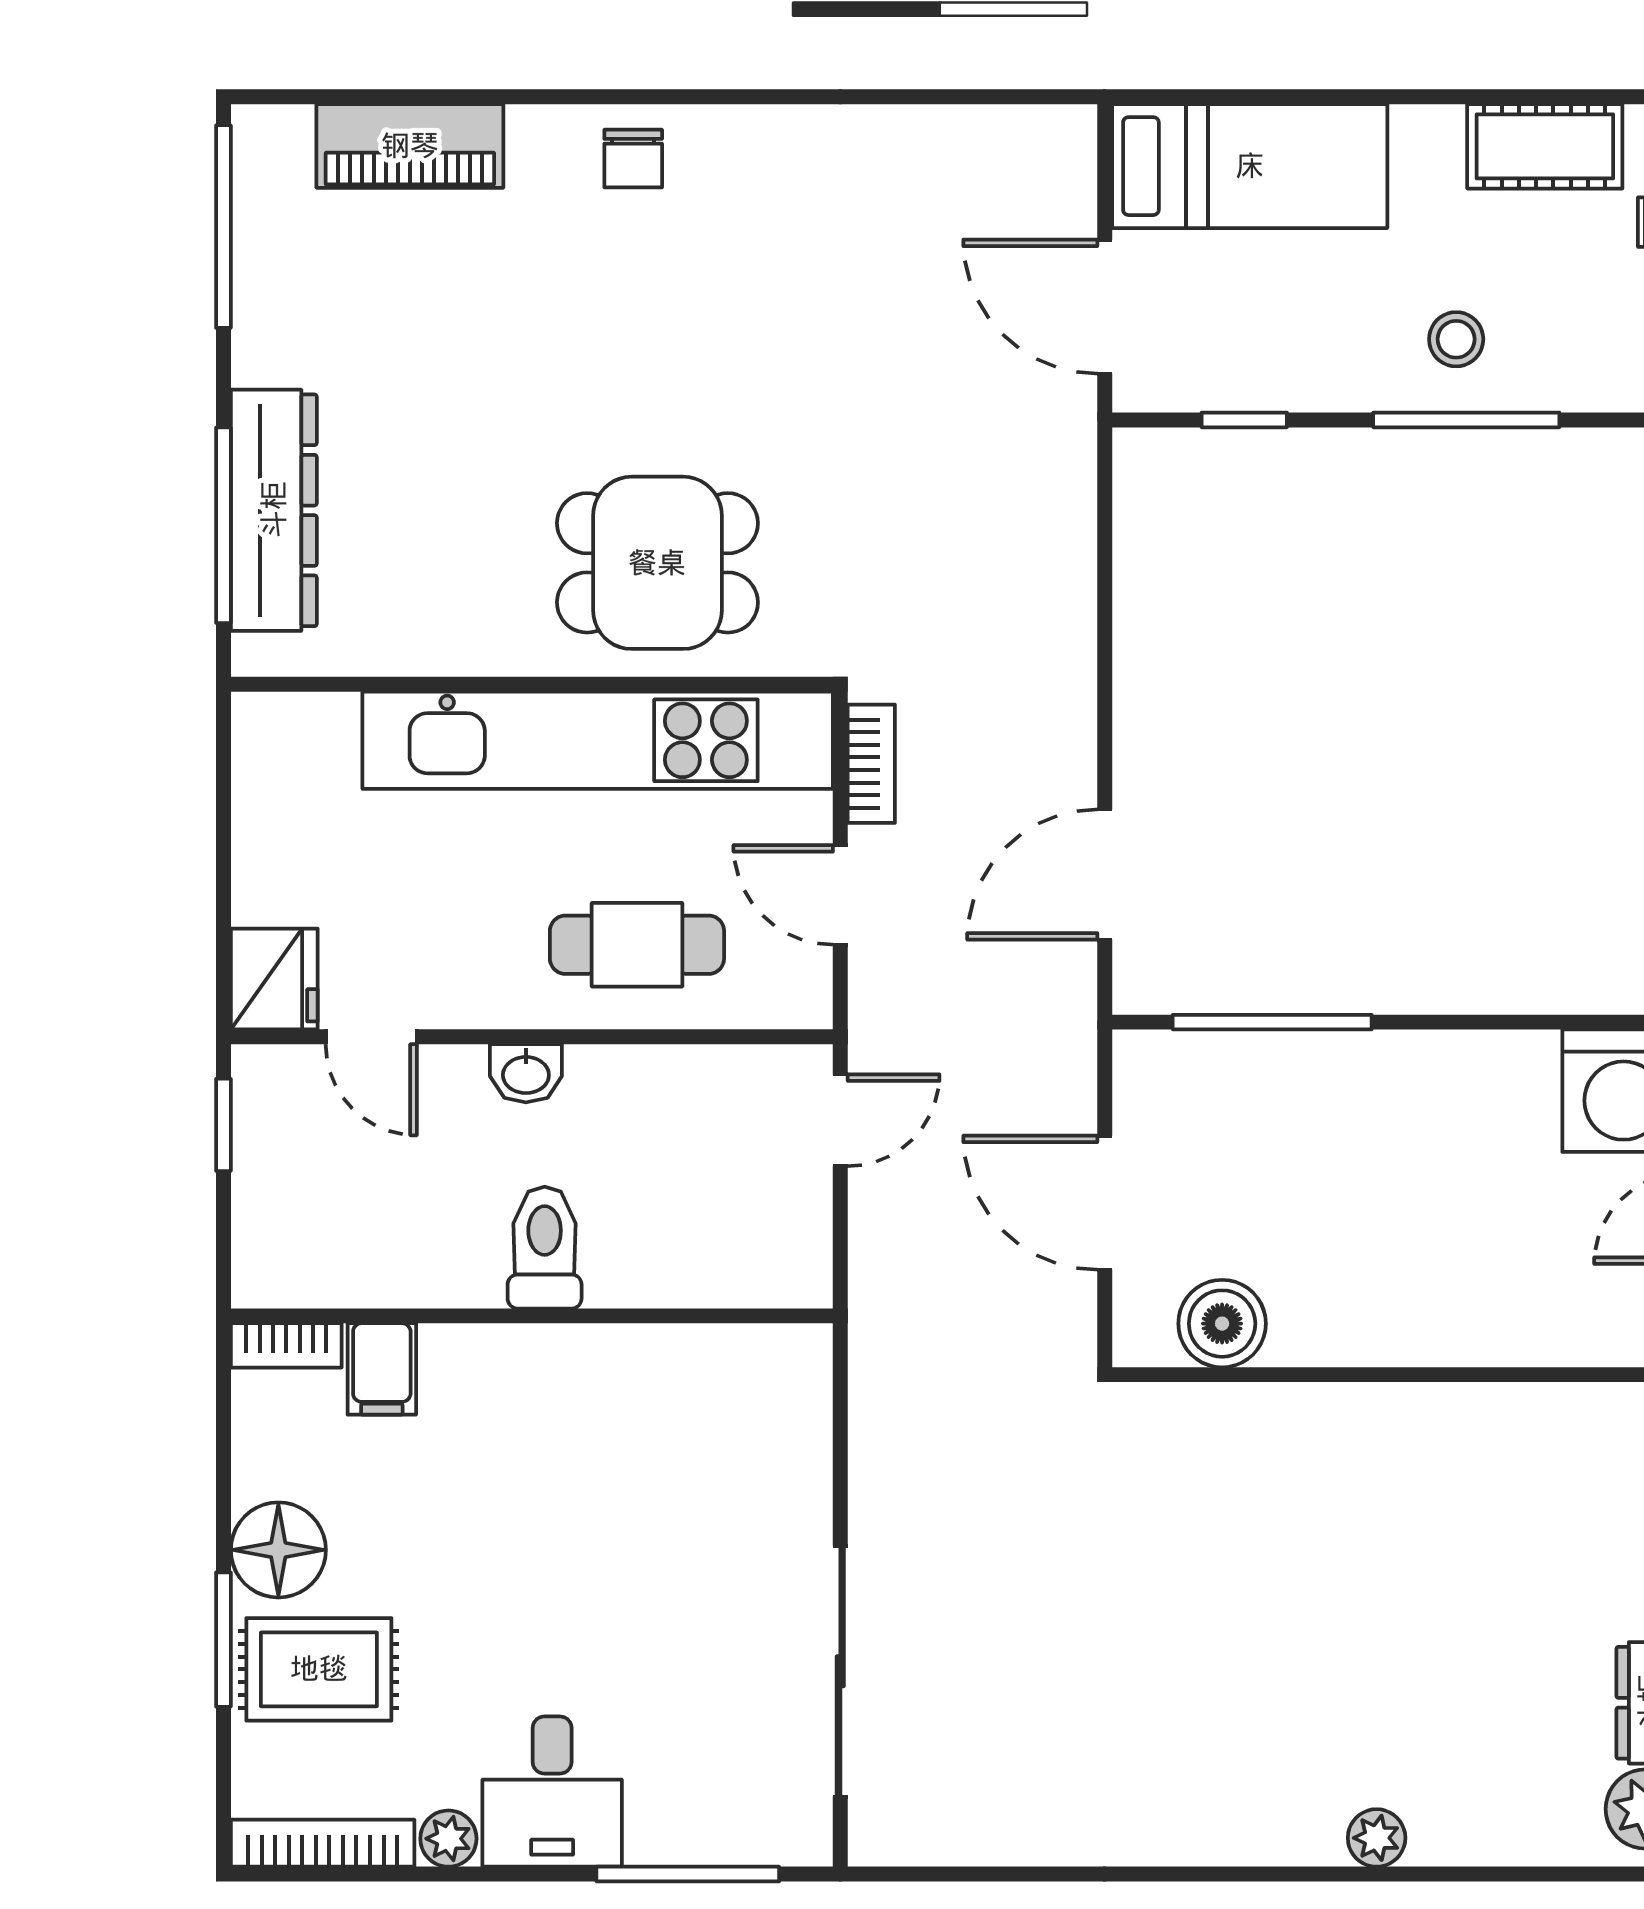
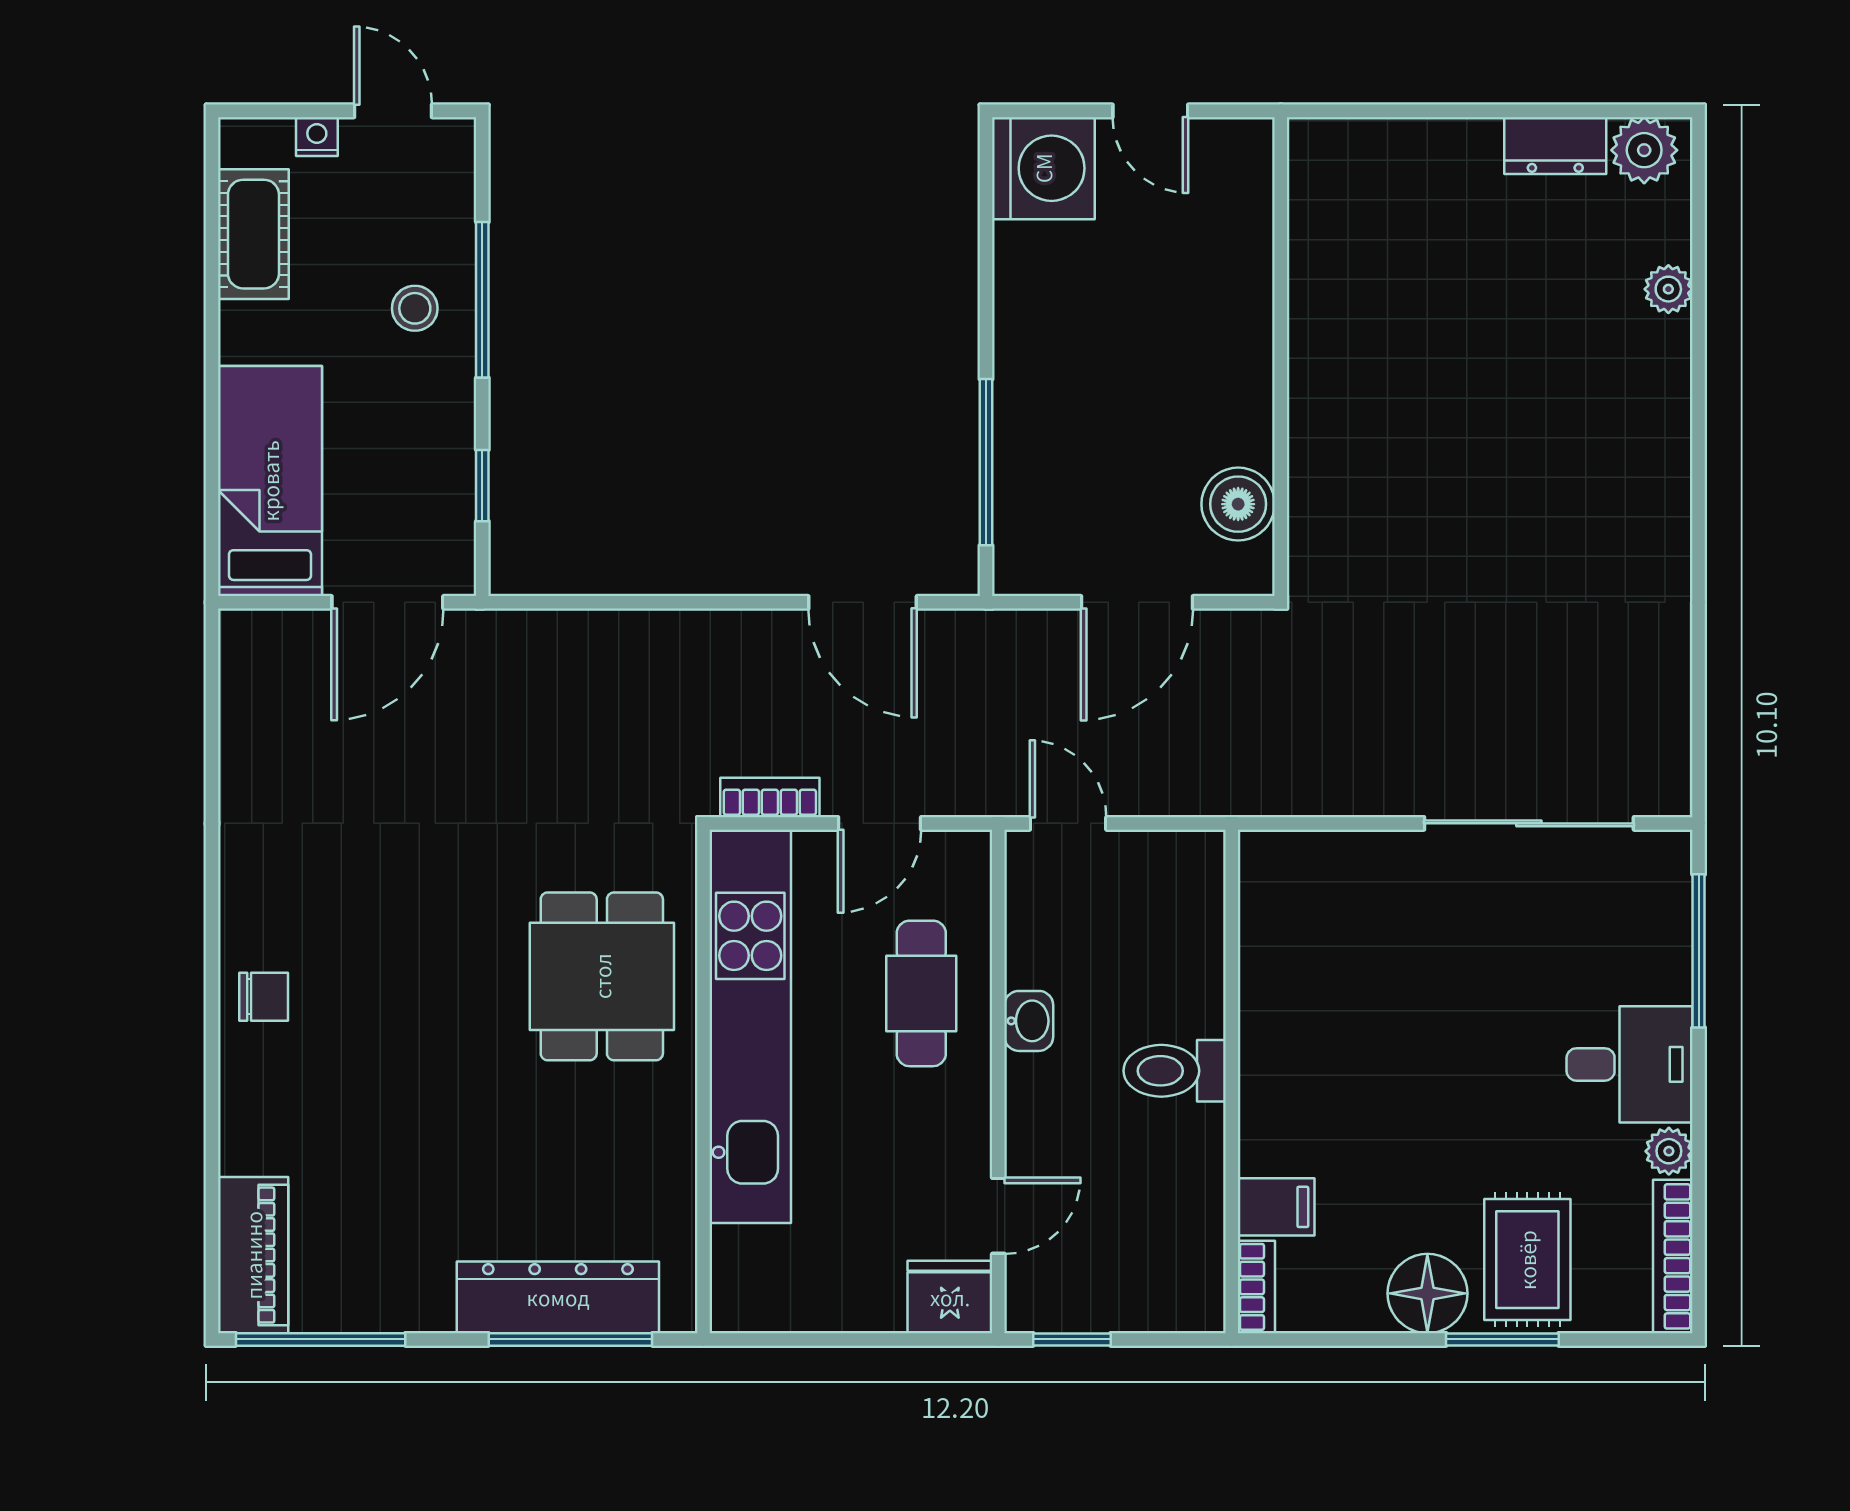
piano: (410, 146) -> (253, 1255), moved
washbasin: (526, 1073) -> (1029, 1021), moved
plant: (1377, 1838) -> (1668, 289), moved

